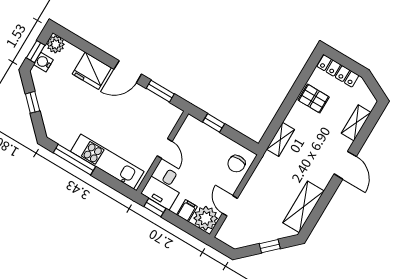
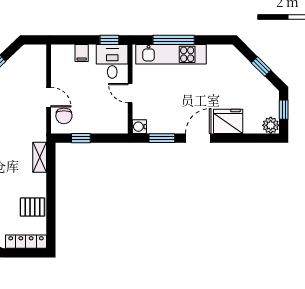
water cooler: (43, 62) -> (139, 127), moved, turned 180
window: (214, 123) -> (81, 138), moved
window: (74, 160) -> (174, 40), moved
chair: (236, 164) -> (64, 116), turned 180
door: (230, 206) -> (49, 97), moved
plant: (206, 218) -> (62, 56), removed

